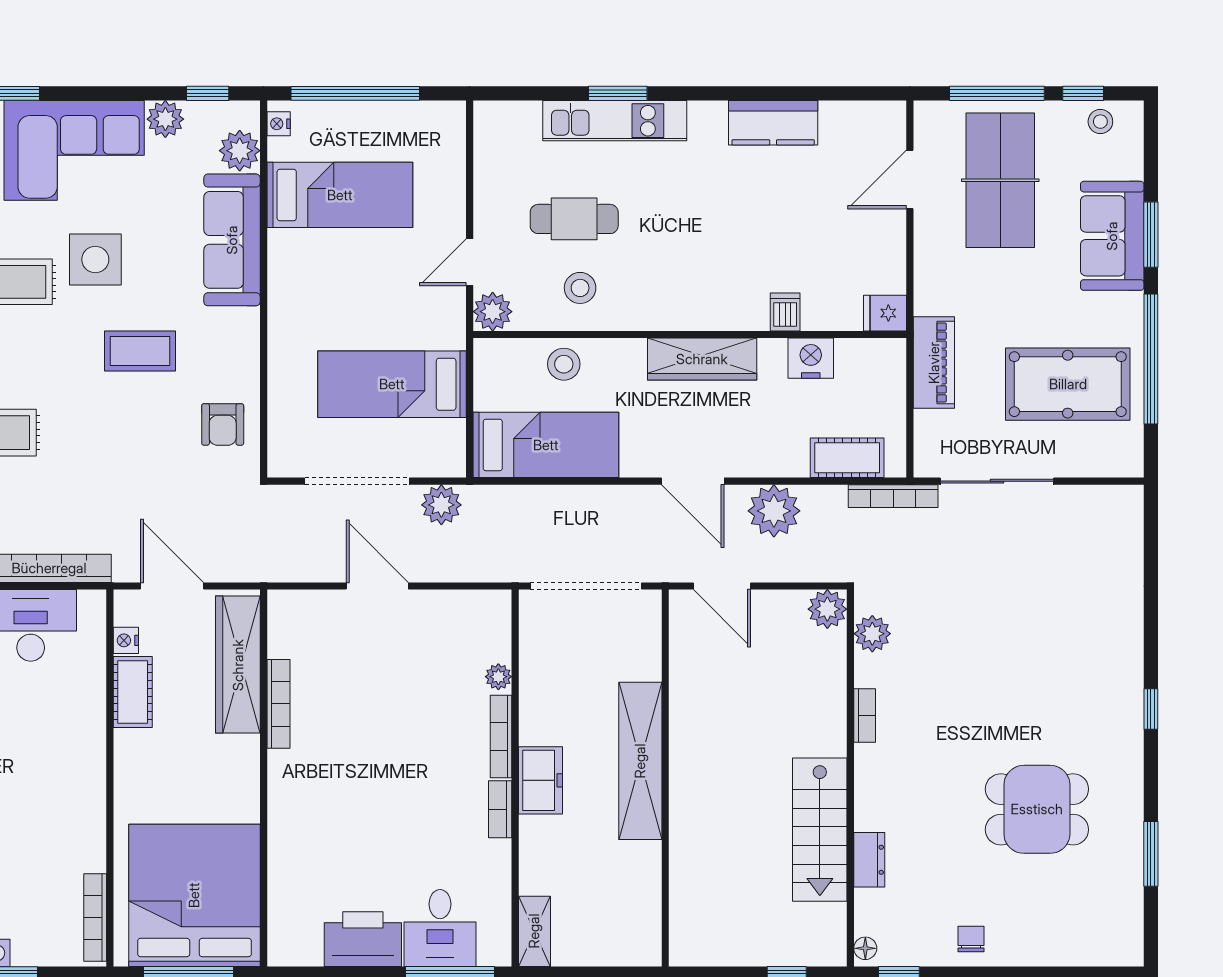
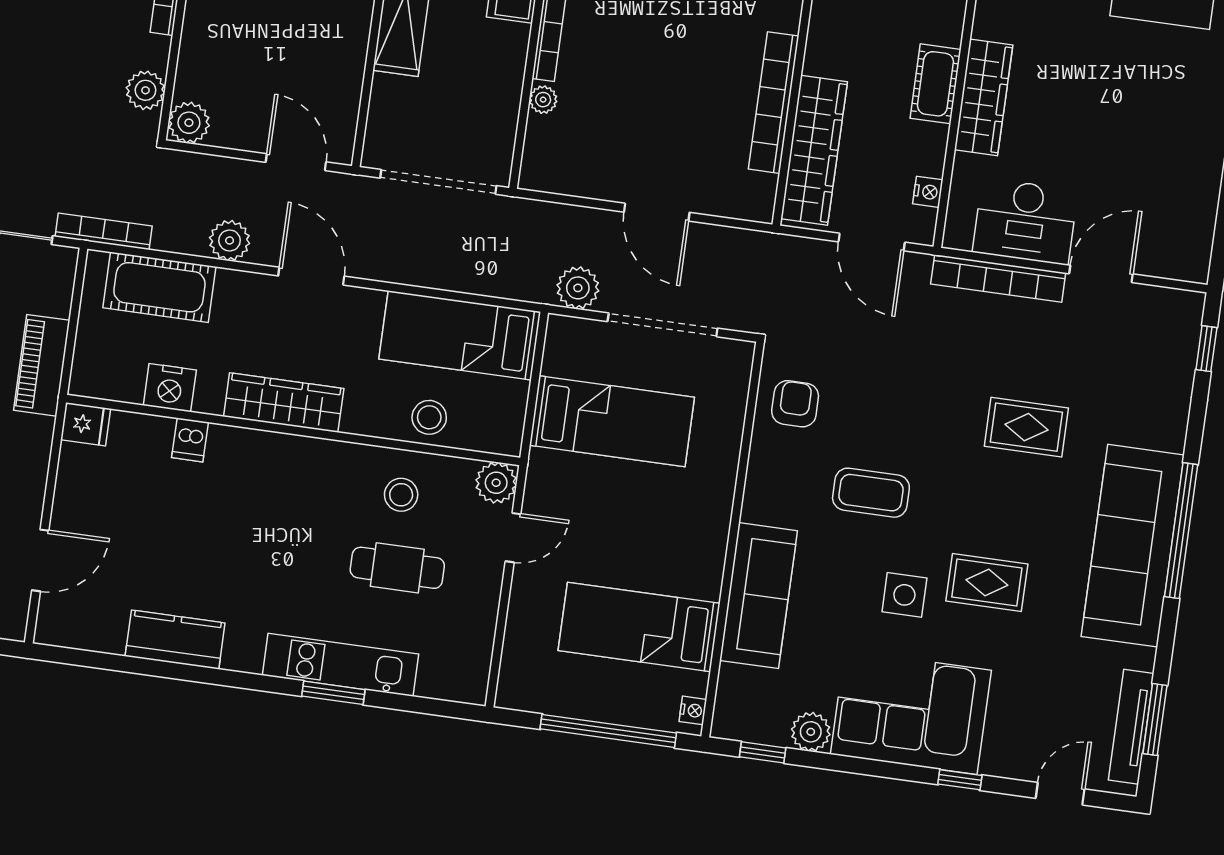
plant: (240, 151) -> (738, 688), removed
side table: (95, 260) -> (904, 595), width x0.73, depth x0.73
cot: (847, 458) -> (159, 287), width x1.37, depth x1.34
plant: (774, 511) -> (230, 240), width x0.73, depth x0.73
cot: (133, 692) -> (935, 84), moved
bookcase: (278, 704) -> (774, 103), width x1.48, depth x1.31
wardrobe: (86, 736) -> (984, 97), added

